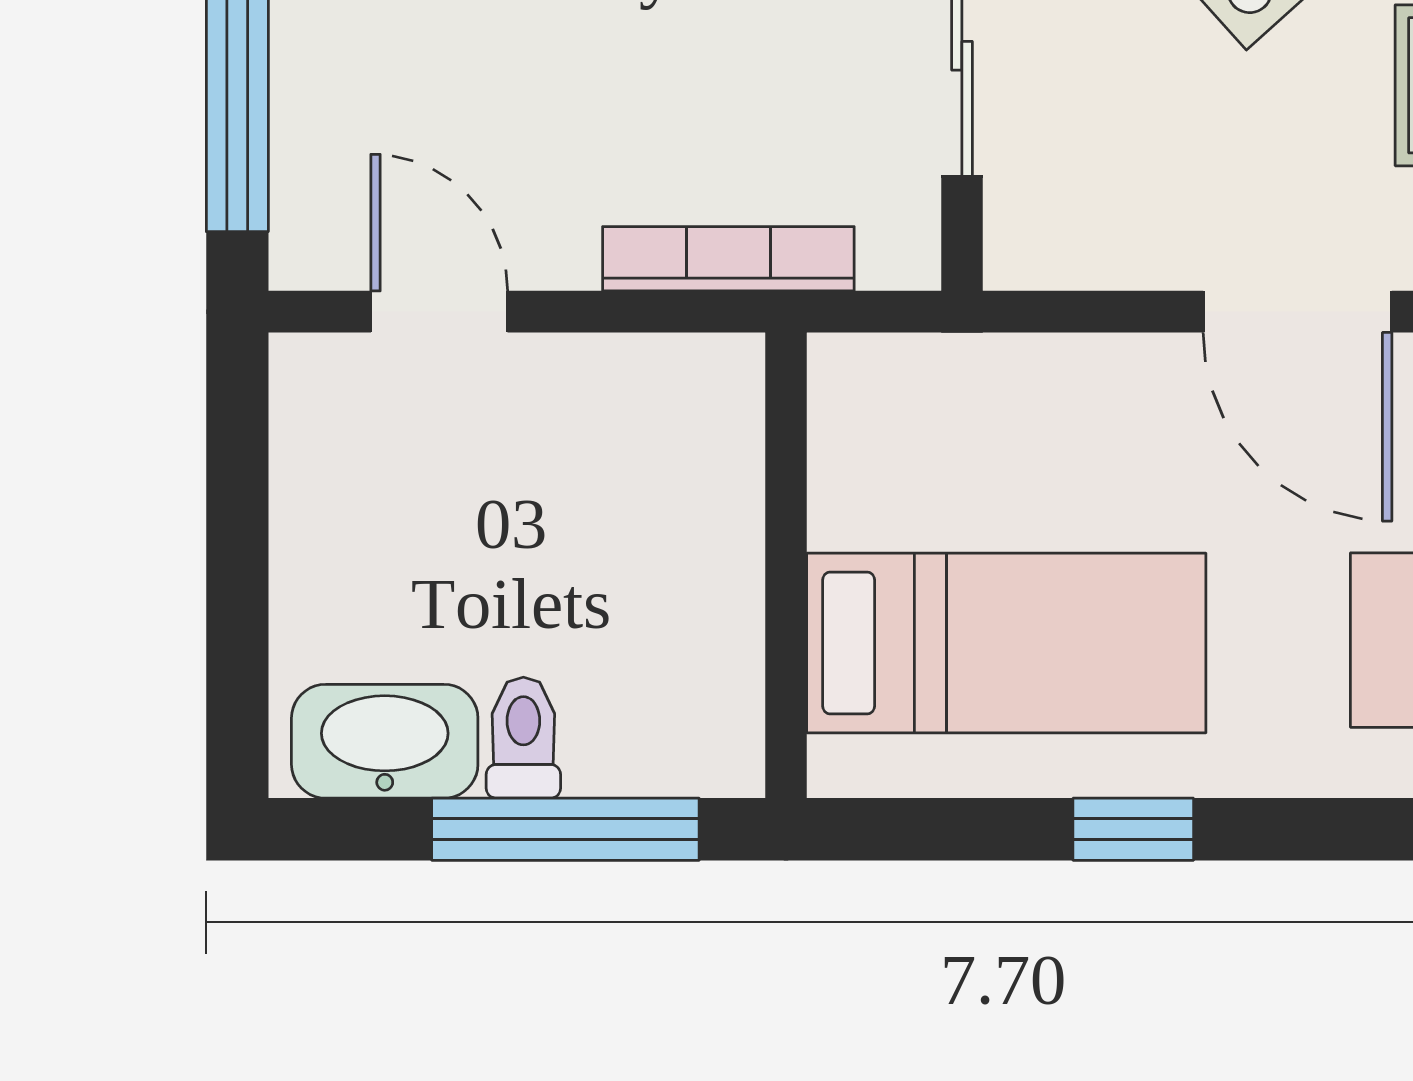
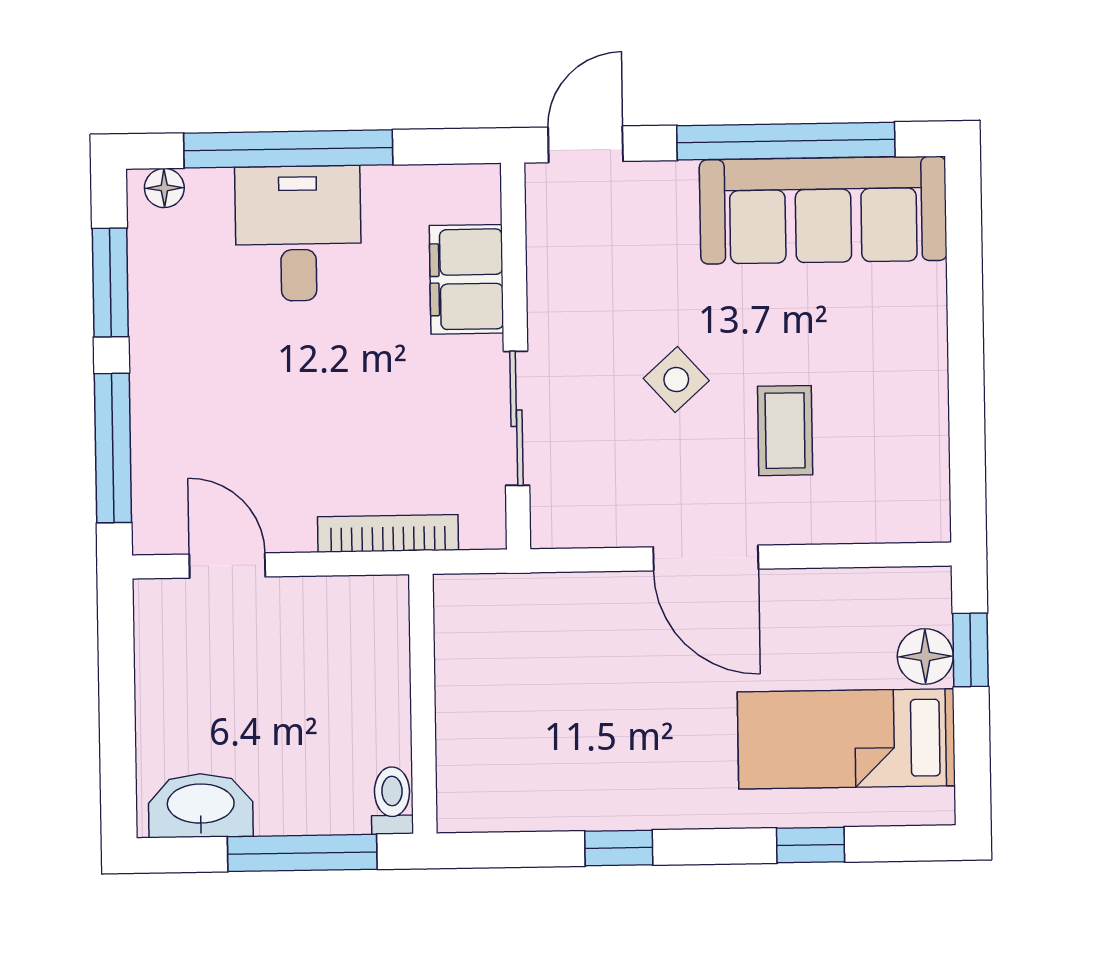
bed: (1006, 643) -> (546, 745), removed
toilet: (523, 738) -> (392, 800), moved

